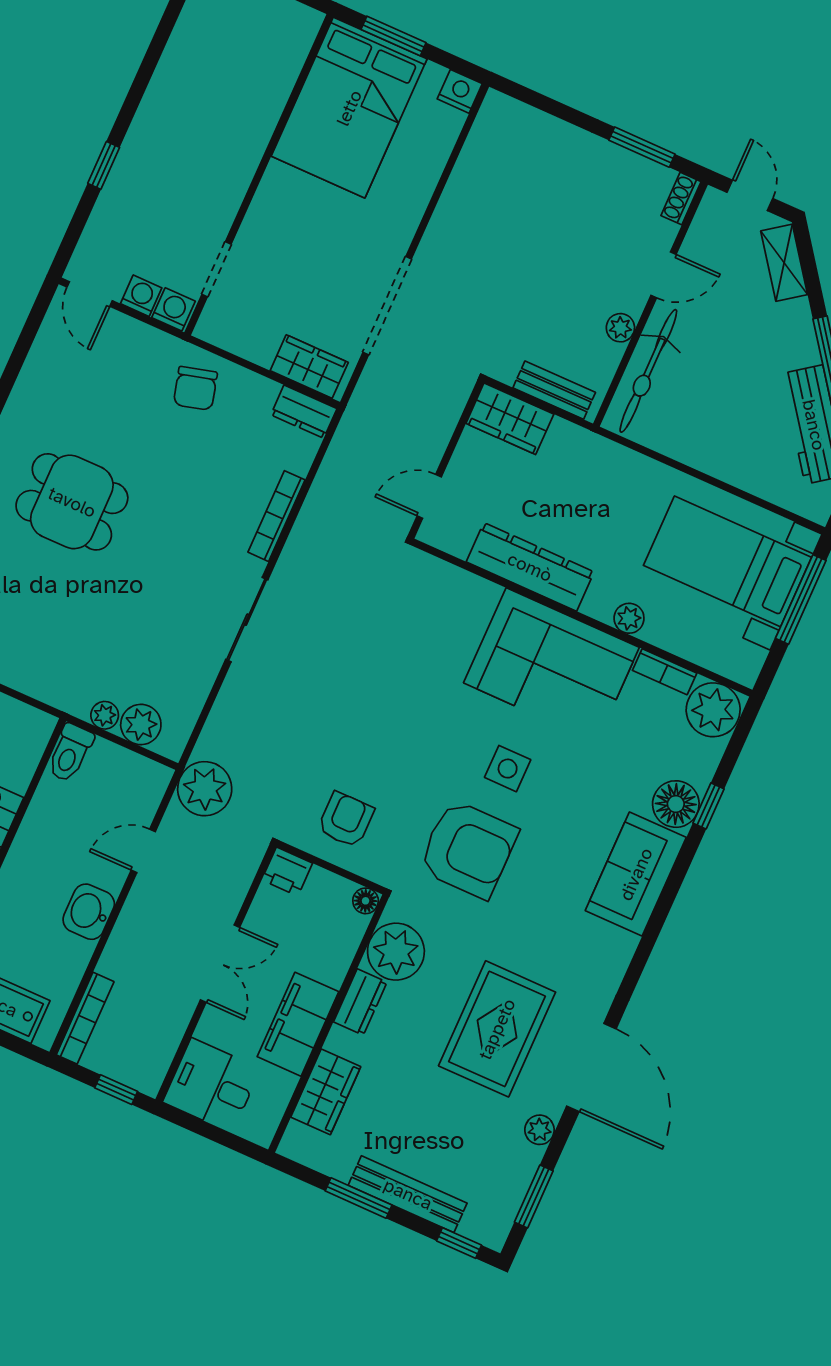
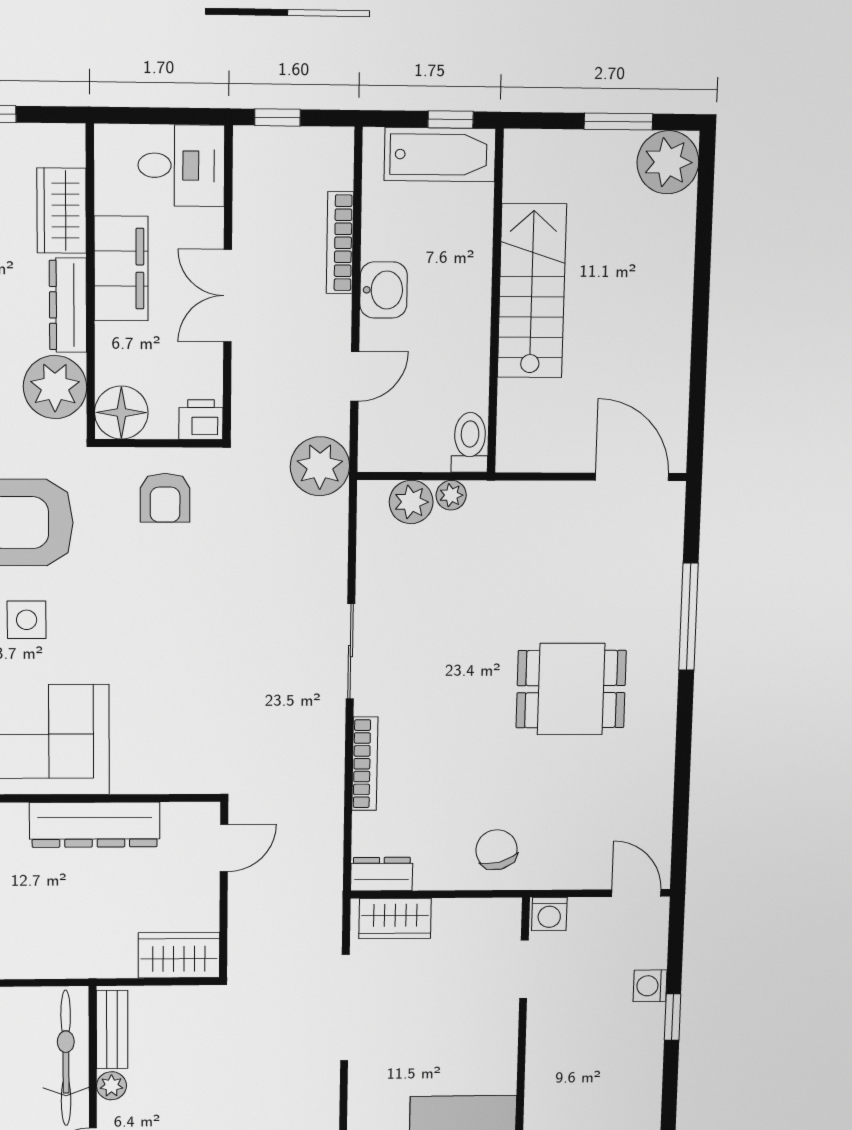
washing machine: (141, 296) -> (650, 986), moved, turned 90
bench: (554, 390) -> (112, 1030), moved, turned 90
floor lamp: (366, 901) -> (121, 413), width x1.89, depth x1.89
dresser: (360, 1002) -> (68, 305), width x1.44
bookcase: (85, 1018) -> (340, 243), moved

